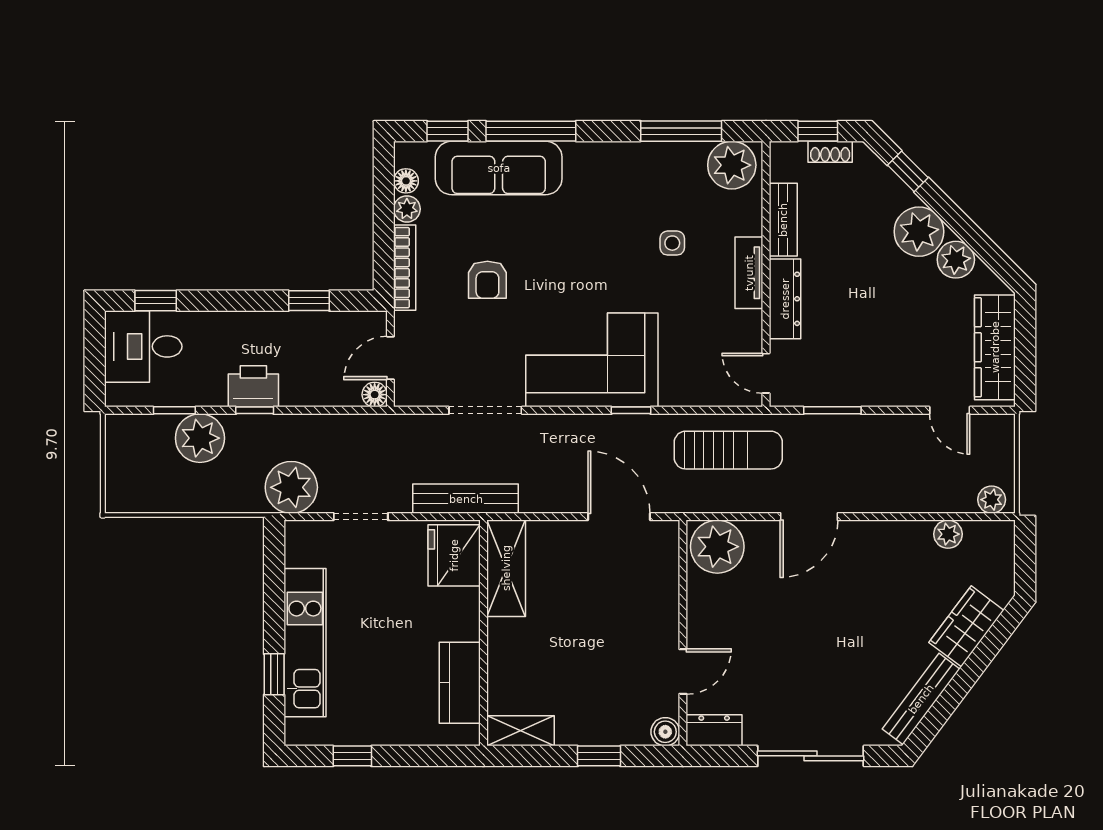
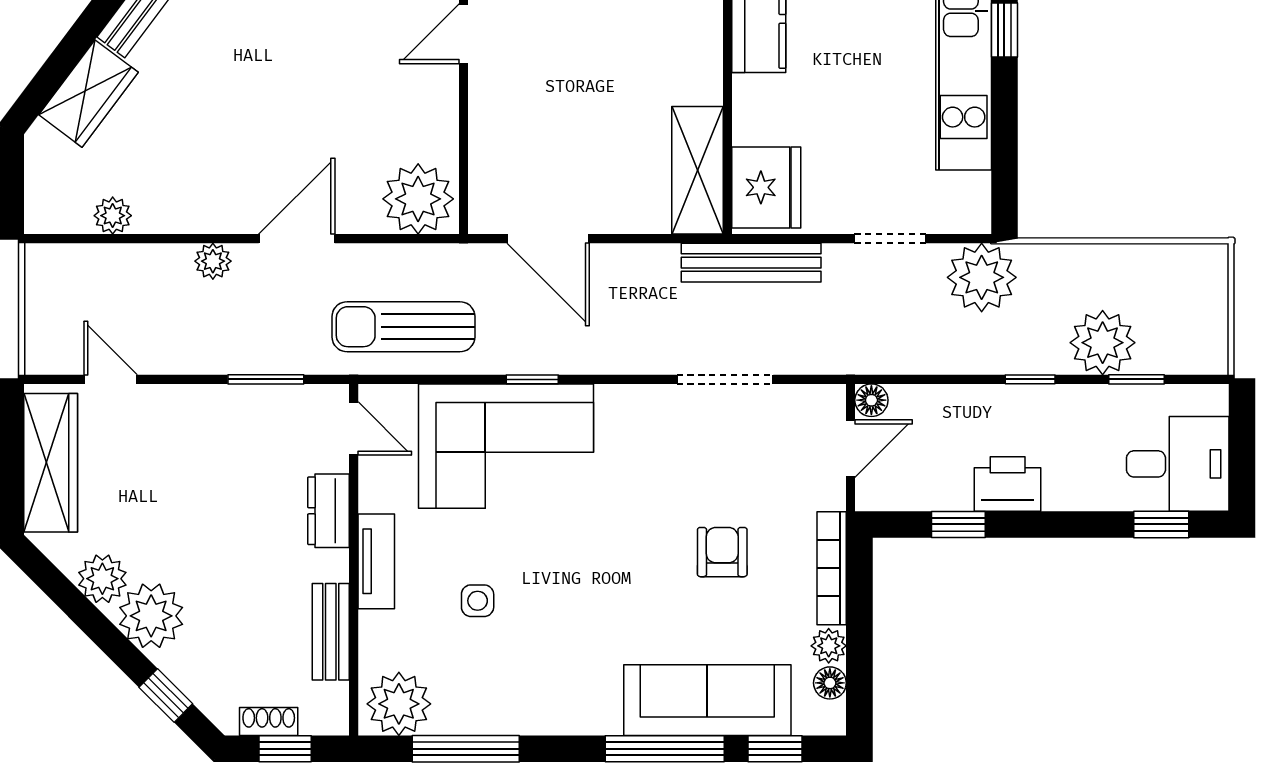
dresser: (785, 299) -> (328, 511), width x0.70
corner sofa: (592, 360) -> (506, 446), moved
printer: (253, 386) -> (1008, 484), moved, turned 180
plant: (992, 500) -> (213, 261), moved

